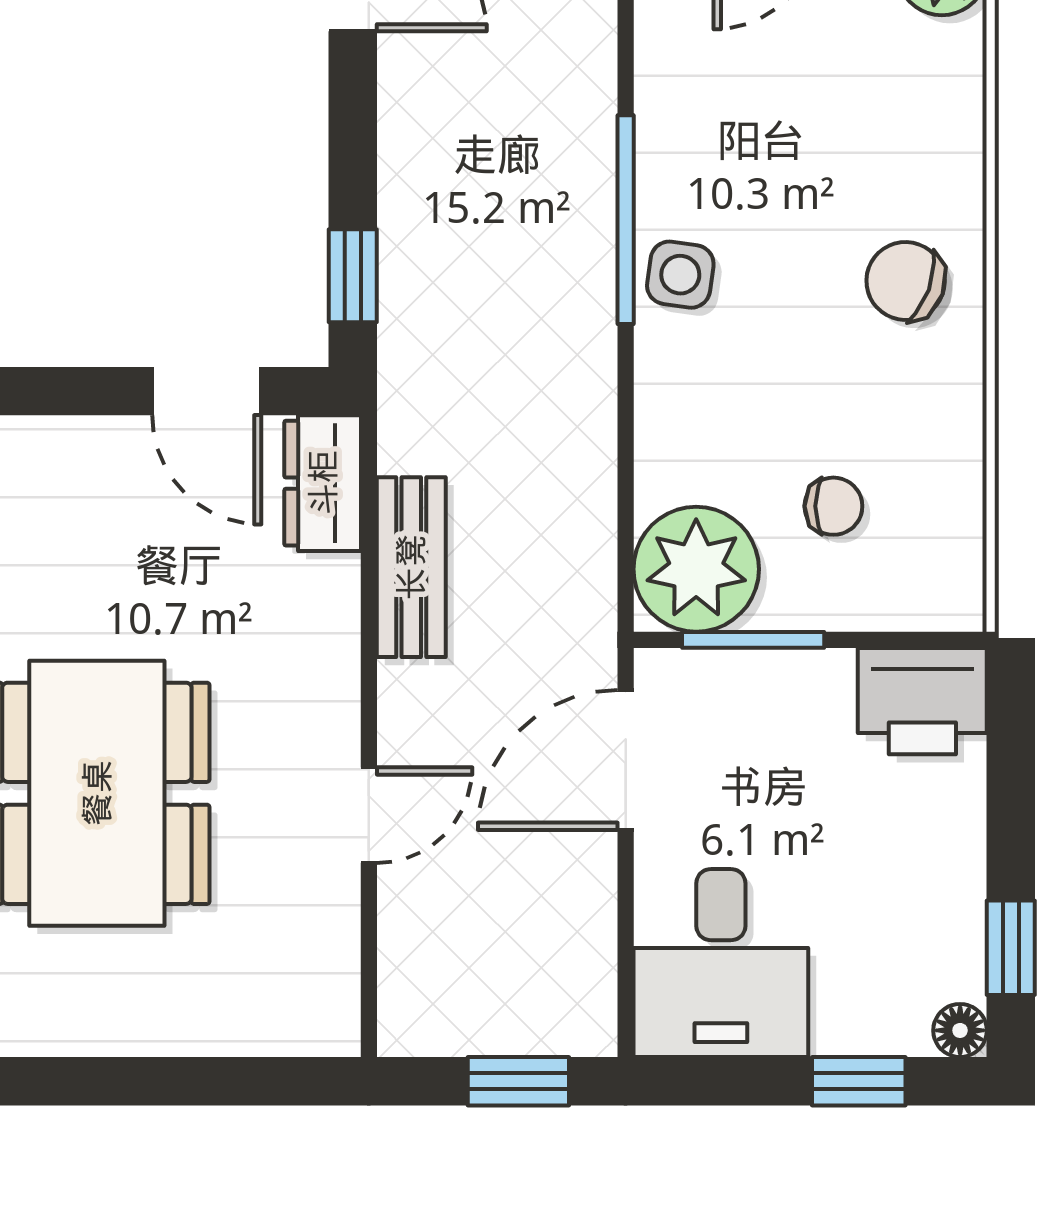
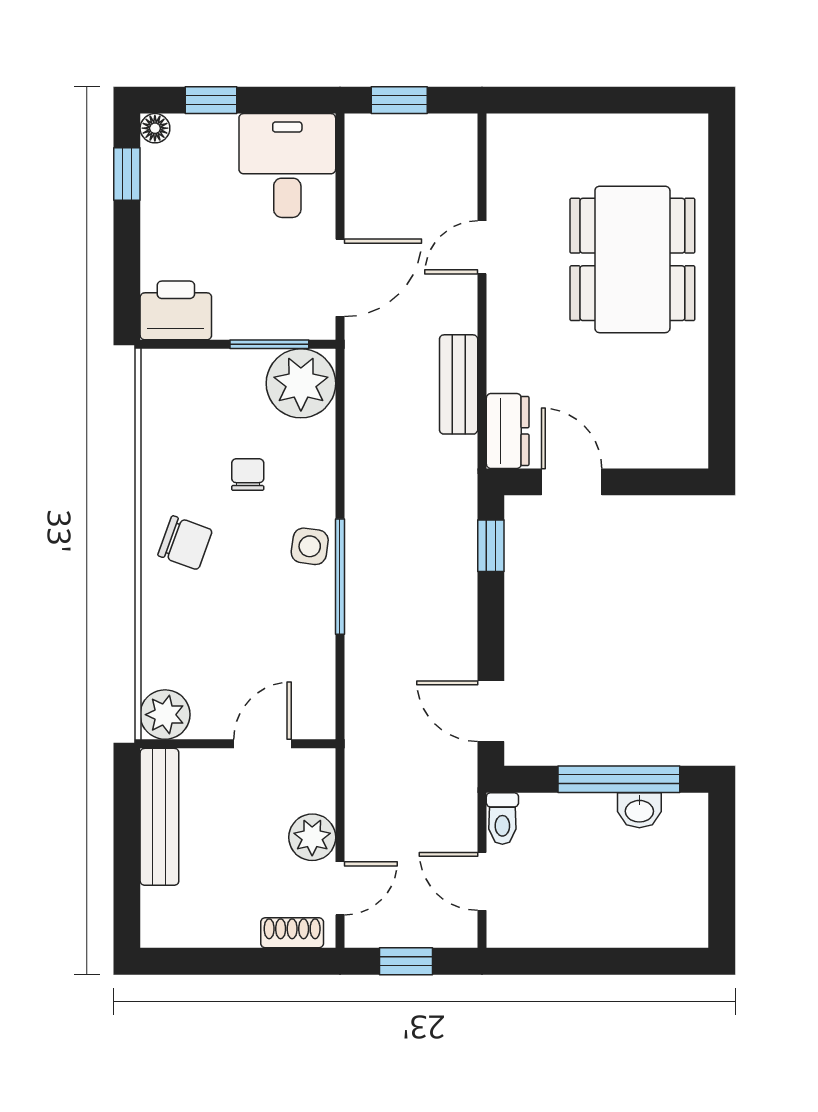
chair: (833, 506) -> (248, 475), moved, turned 90

